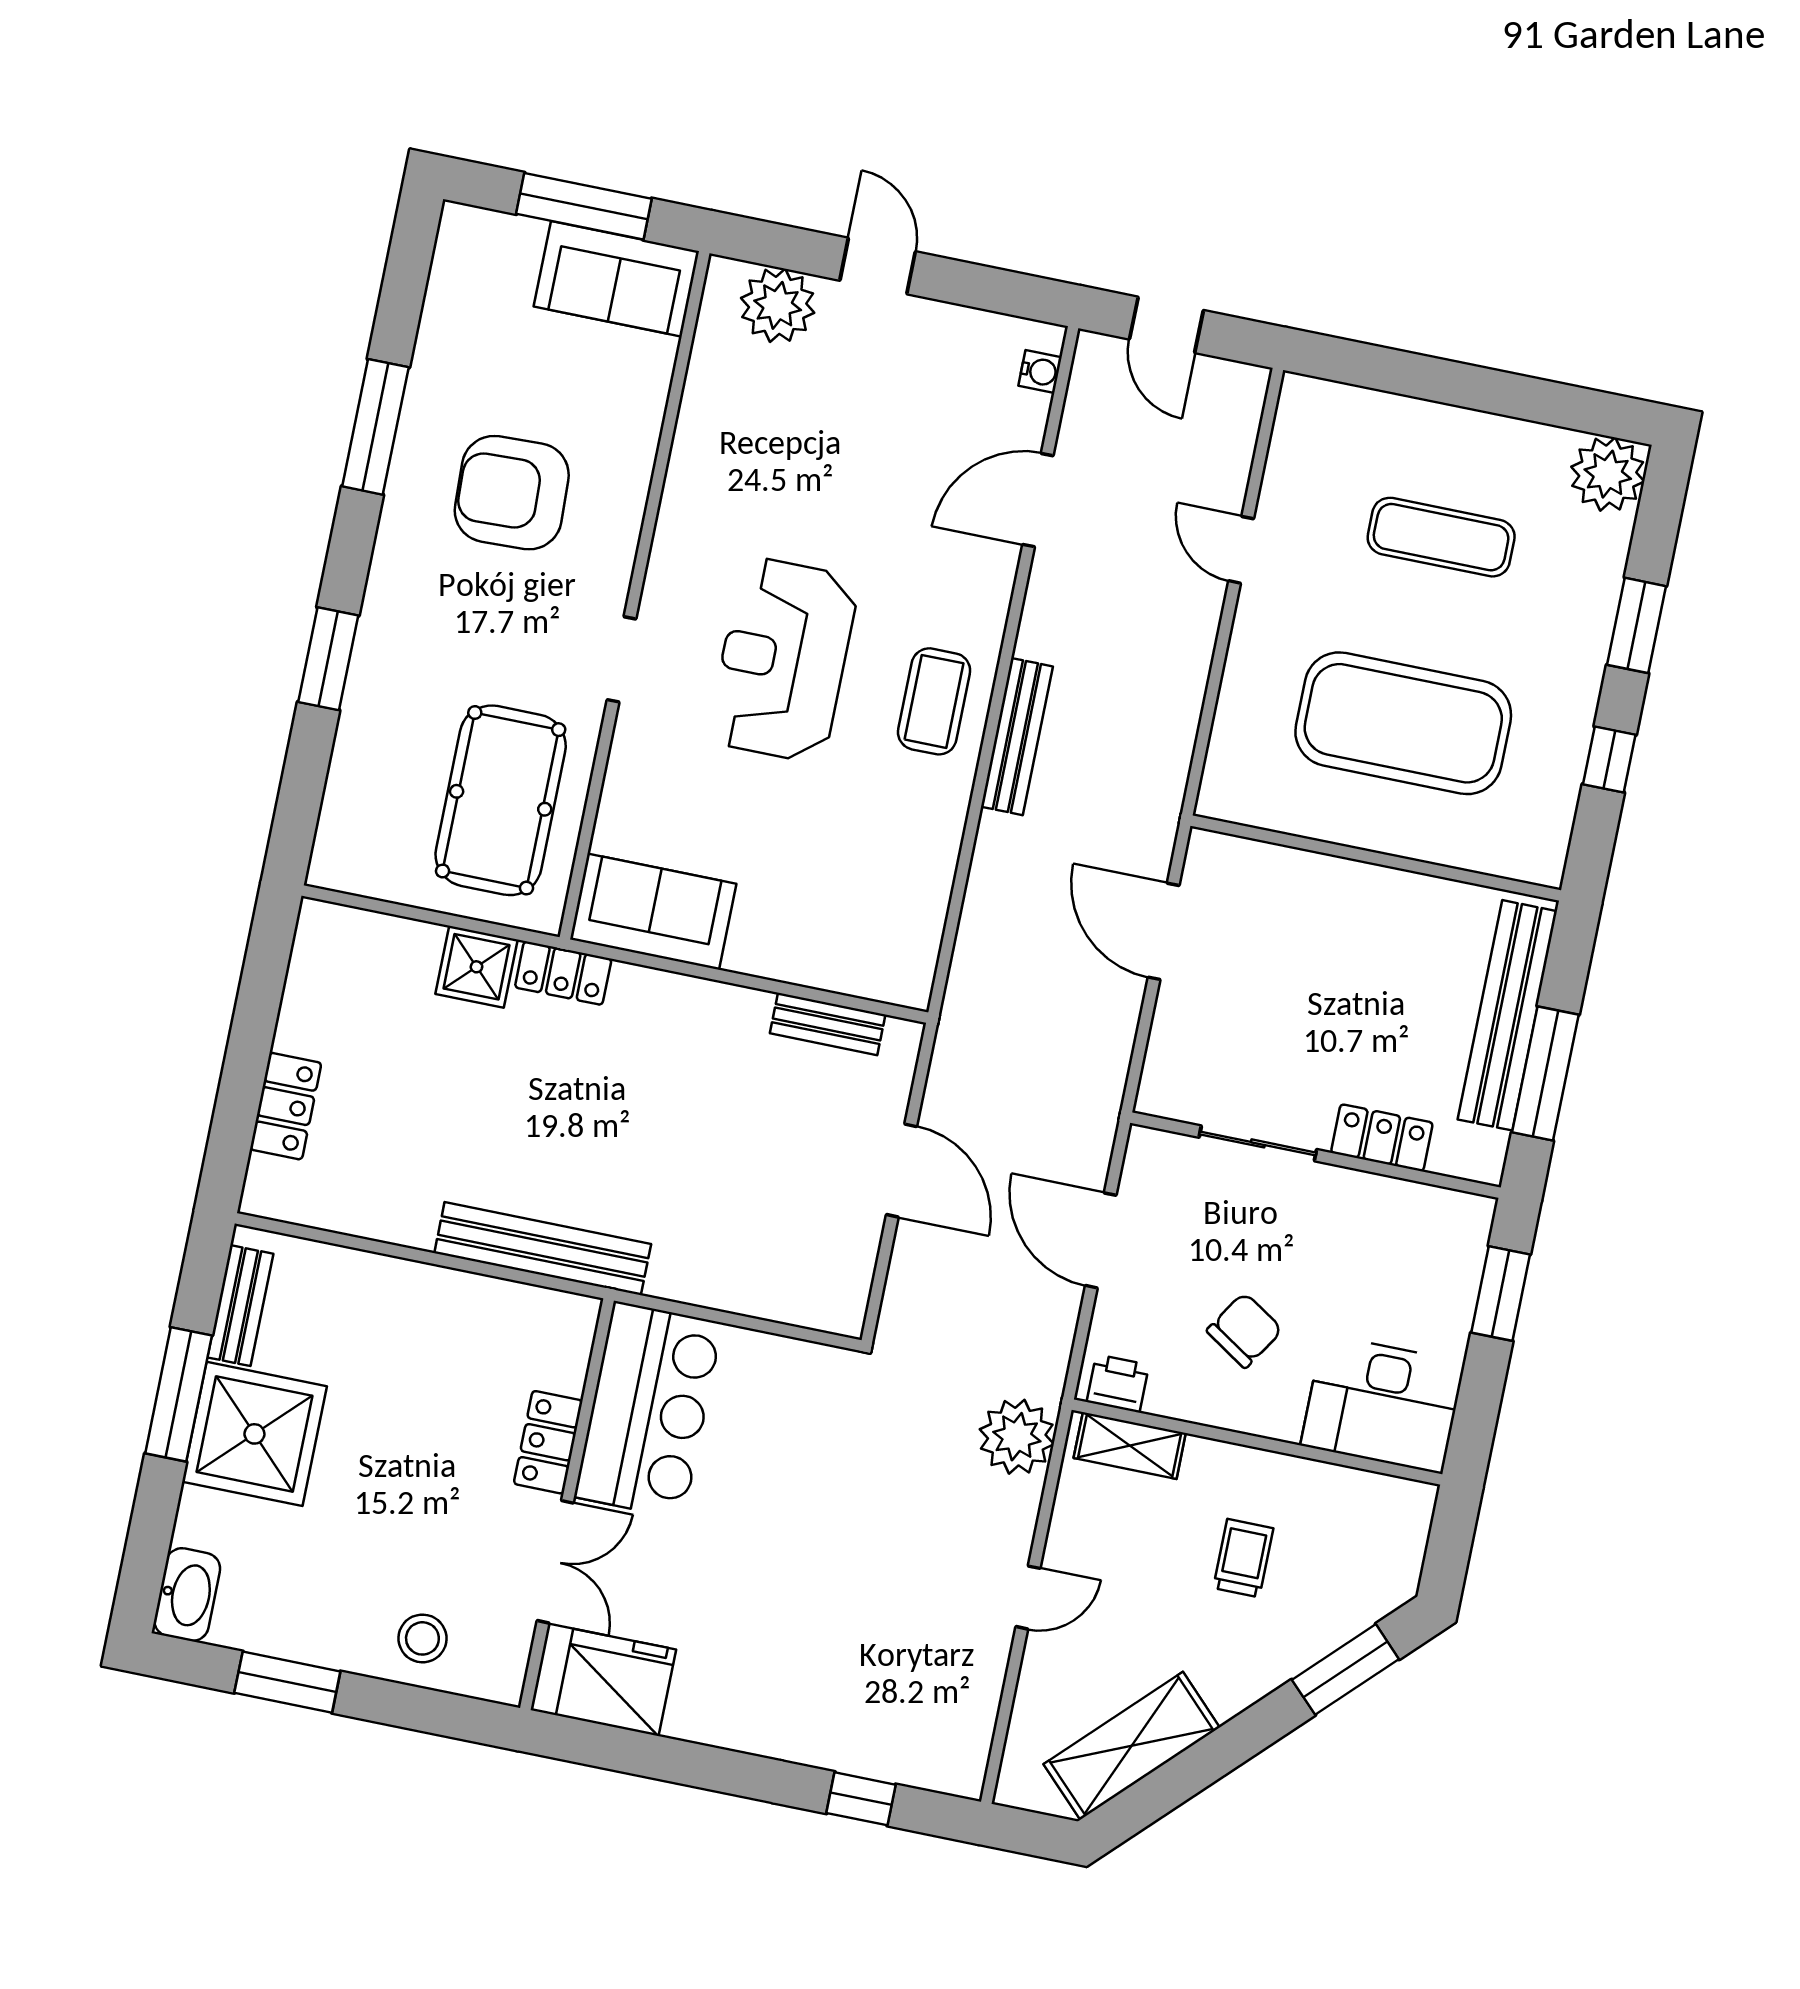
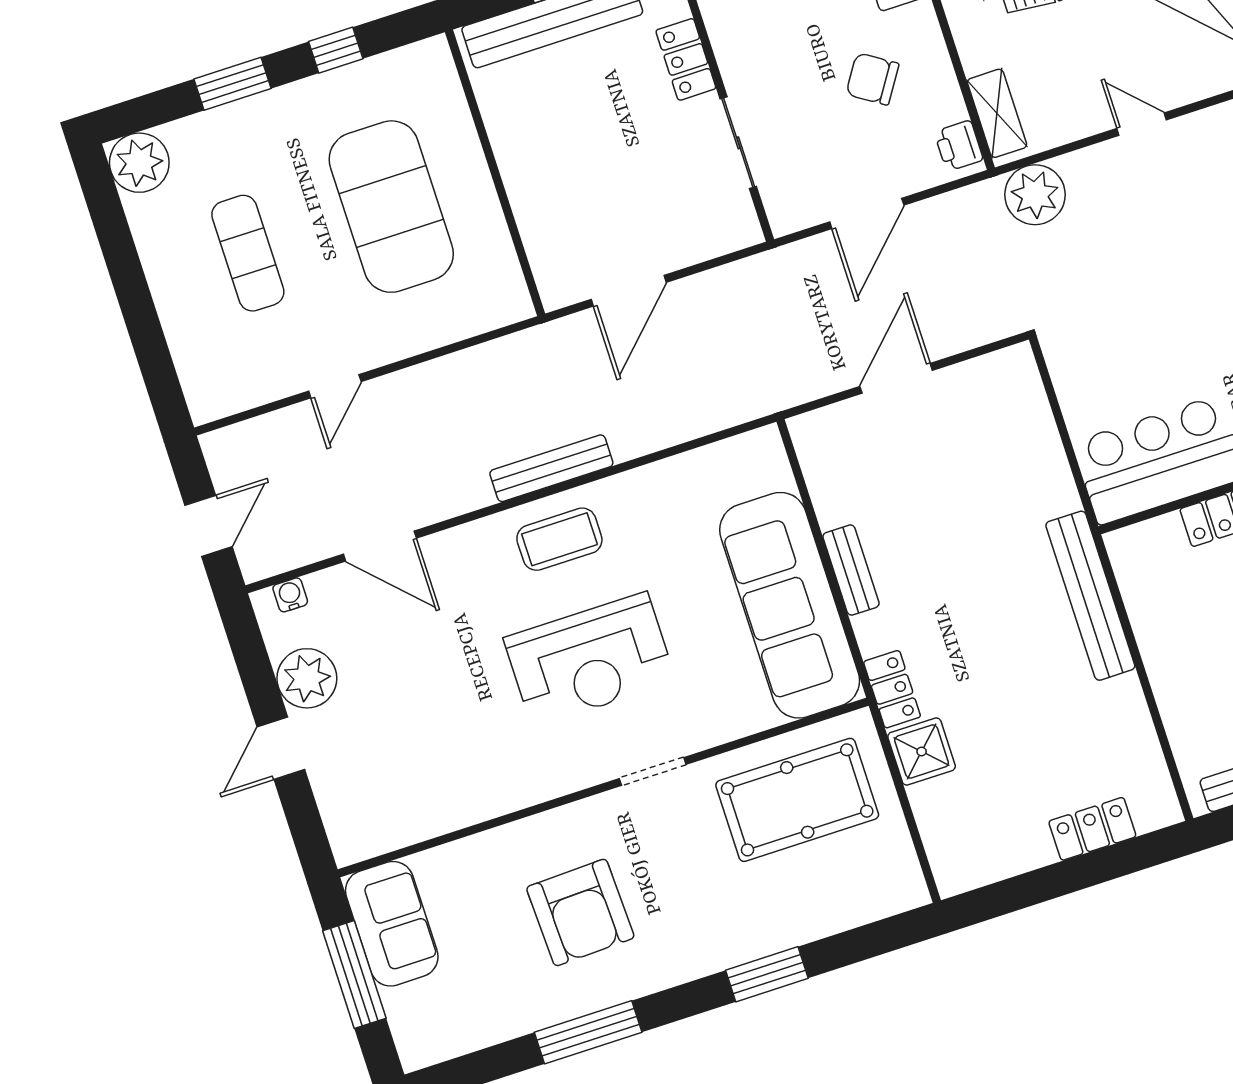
plant: (778, 305) -> (307, 678), moved
sofa: (653, 912) -> (790, 605), width x1.85, depth x1.27
bench: (828, 1024) -> (851, 570), moved

